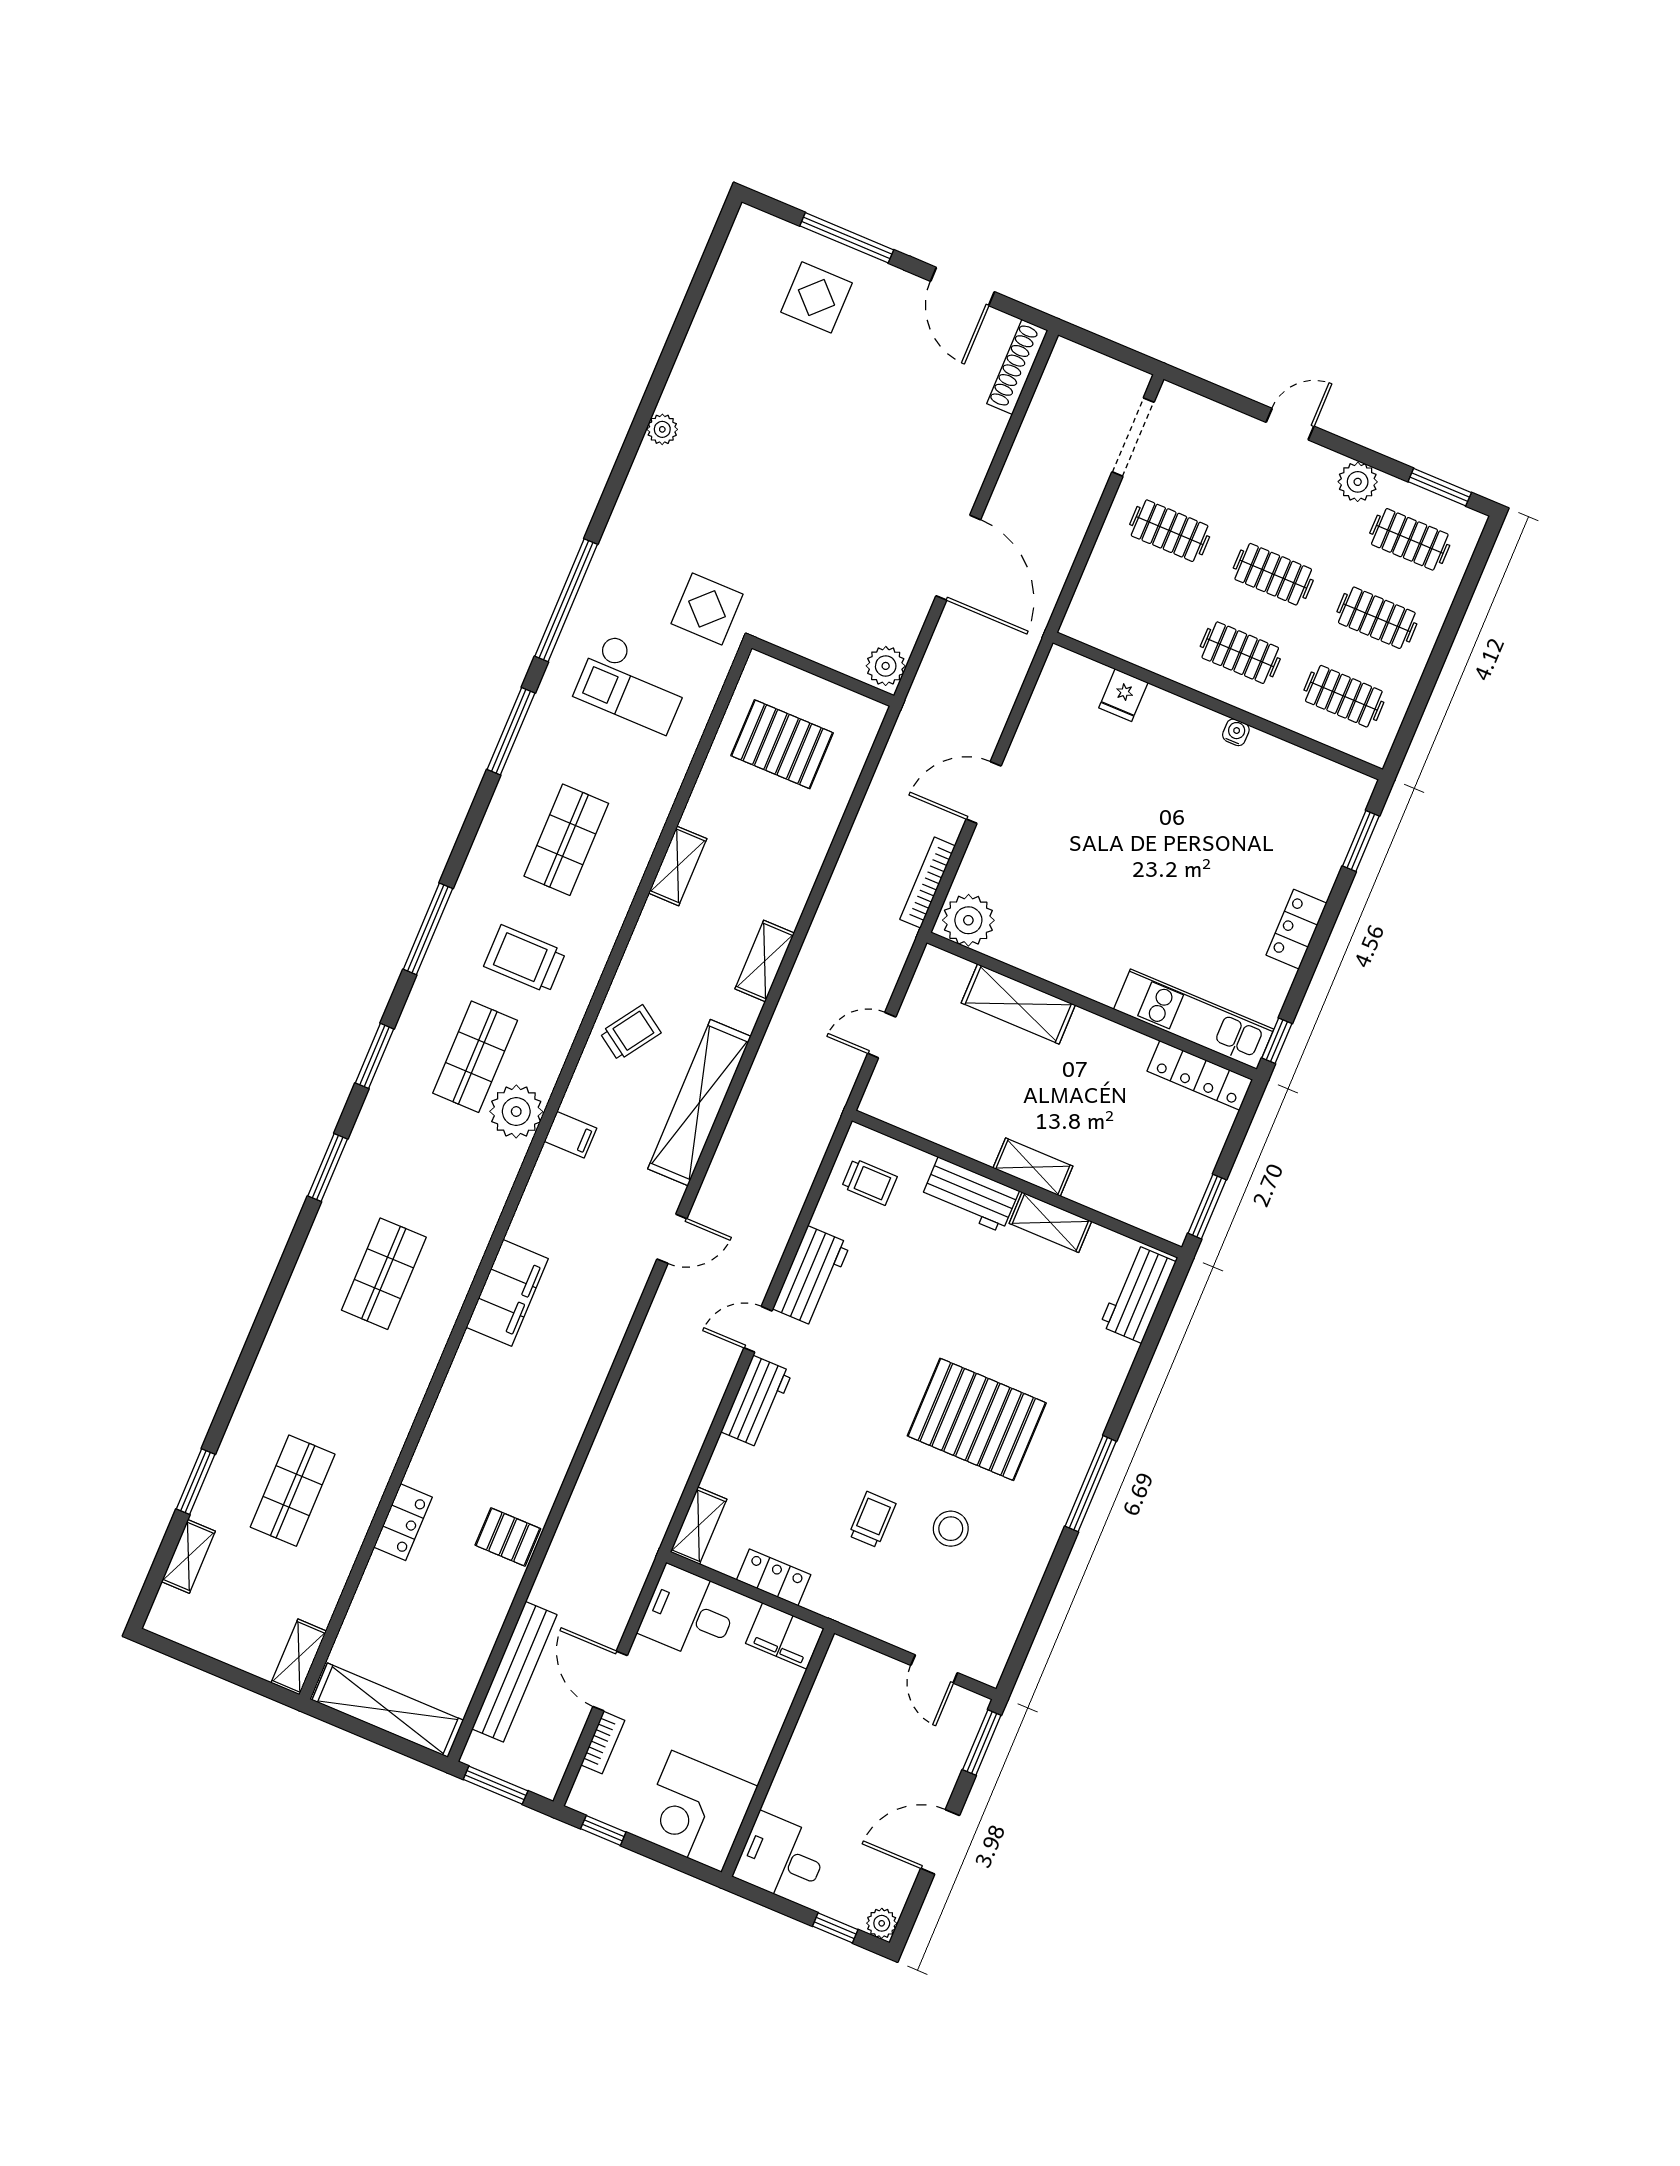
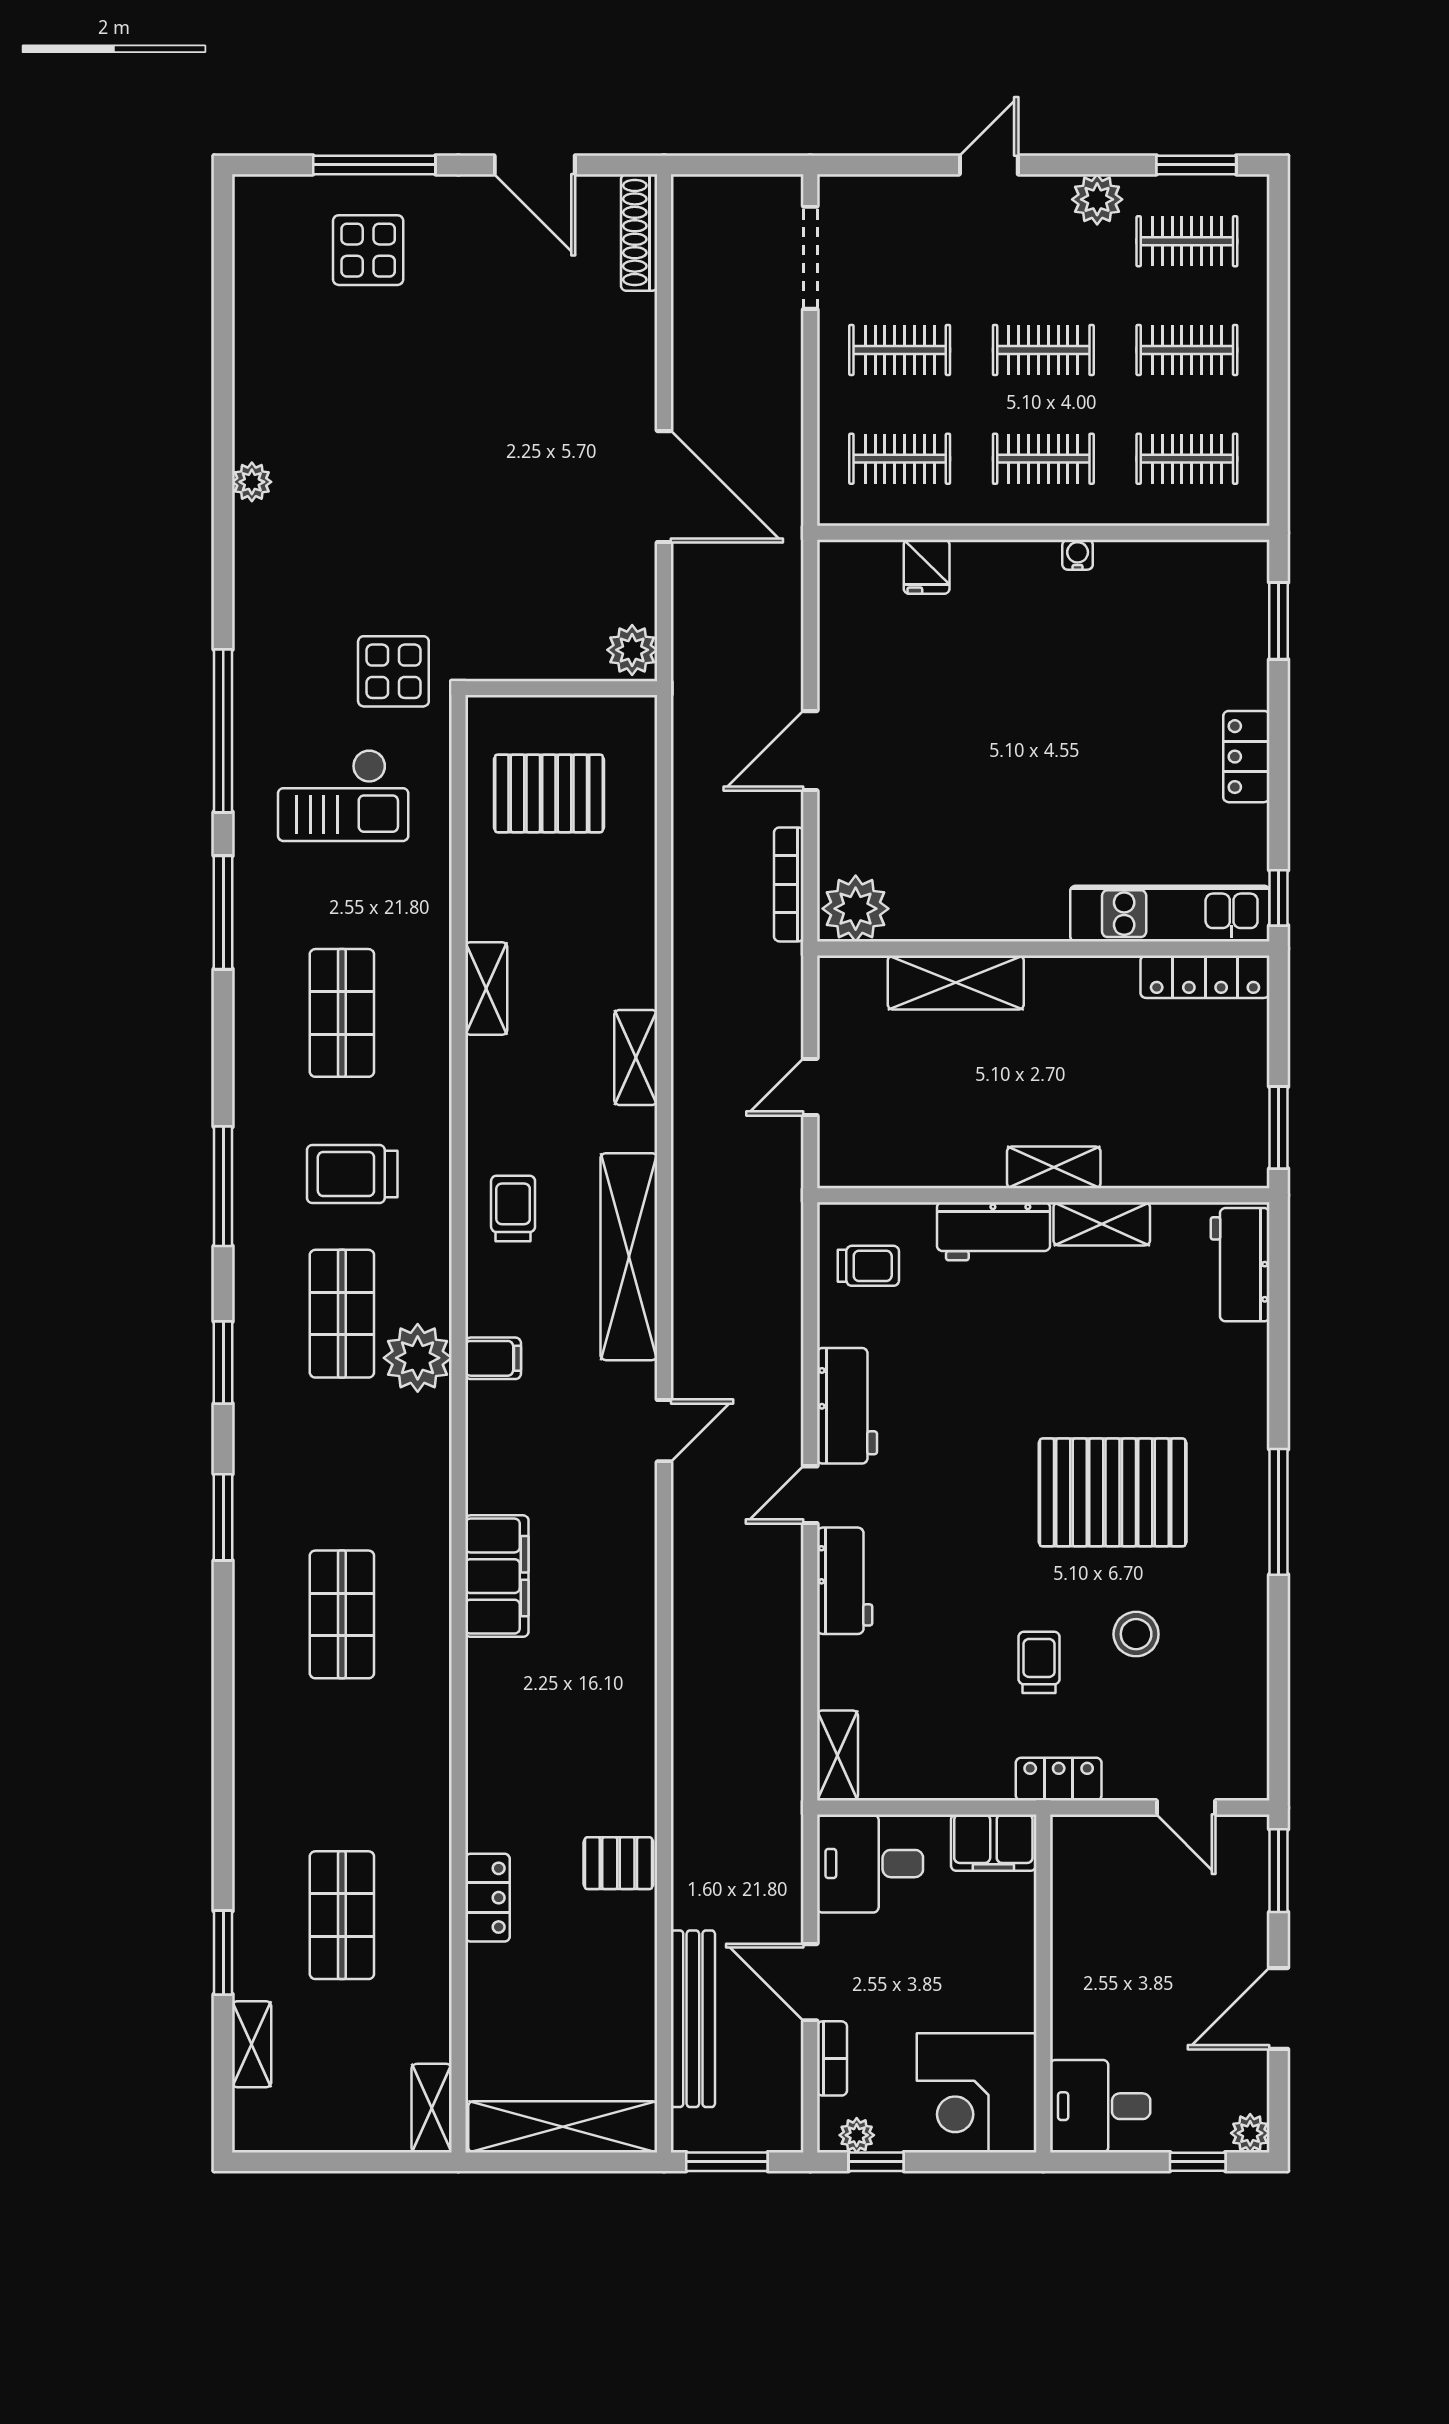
clothes rail: (1137, 609) -> (900, 459), added
trolley: (630, 1033) -> (513, 1208), turned -34
locker: (774, 1577) -> (1059, 1779), moved
plant: (597, 1805) -> (857, 2135), added

